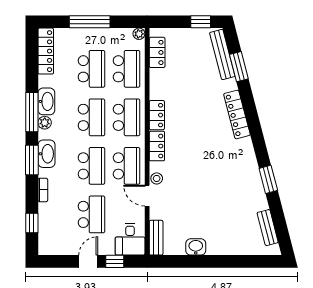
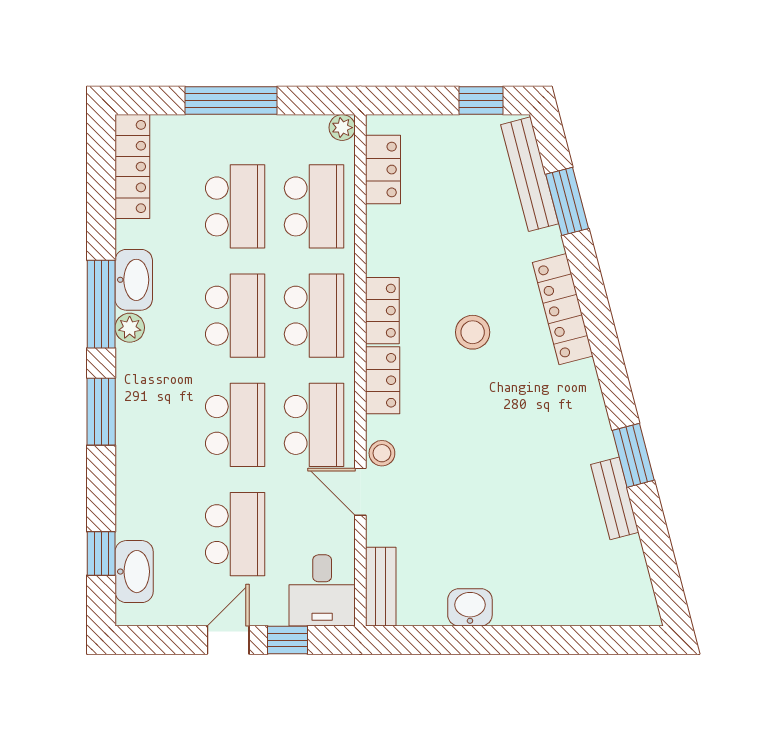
stool: (197, 125) -> (473, 332), added
washbasin: (47, 154) -> (134, 572), moved
bookcase: (43, 190) -> (126, 479), removed
bench: (268, 228) -> (615, 498), moved

